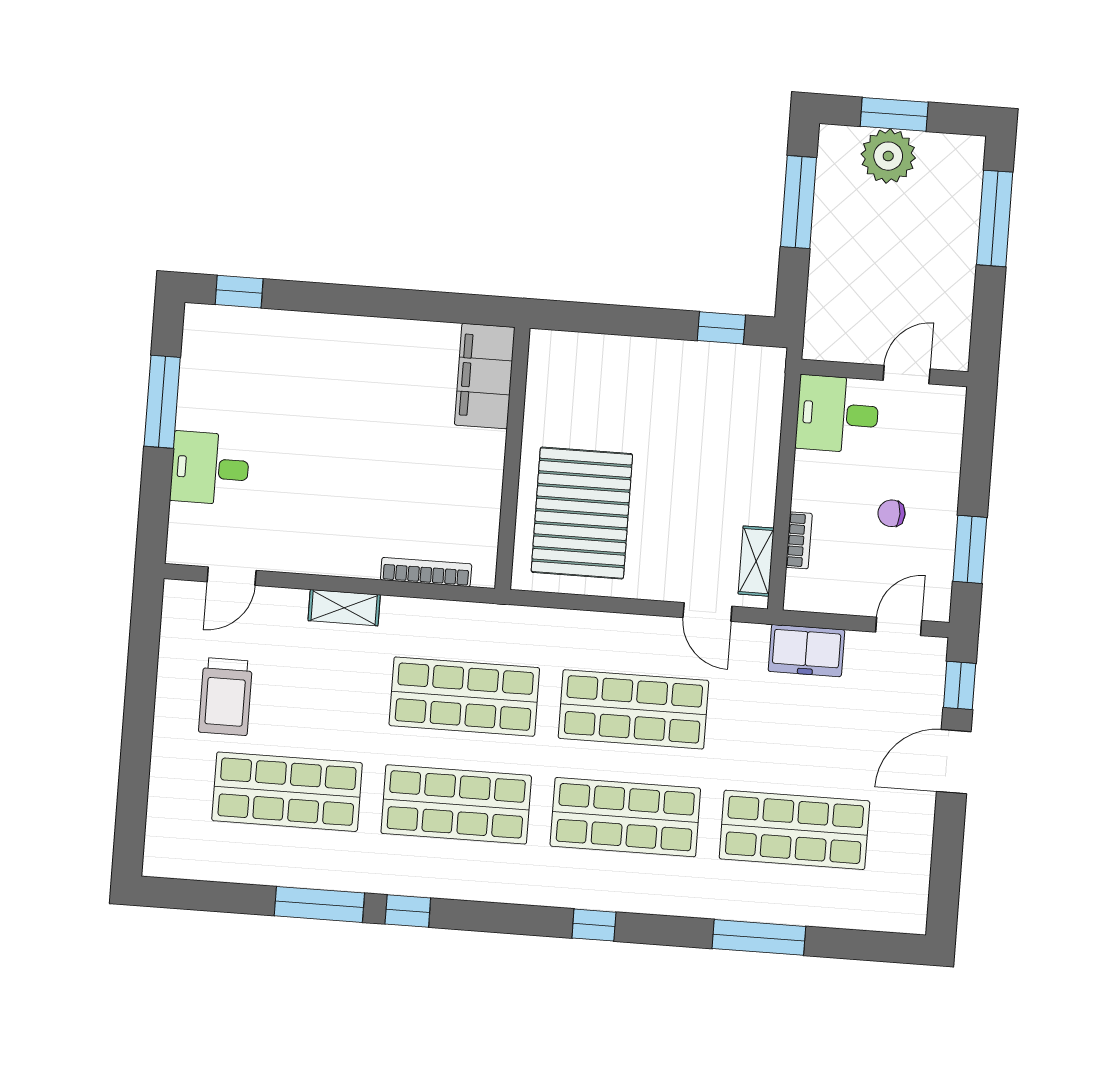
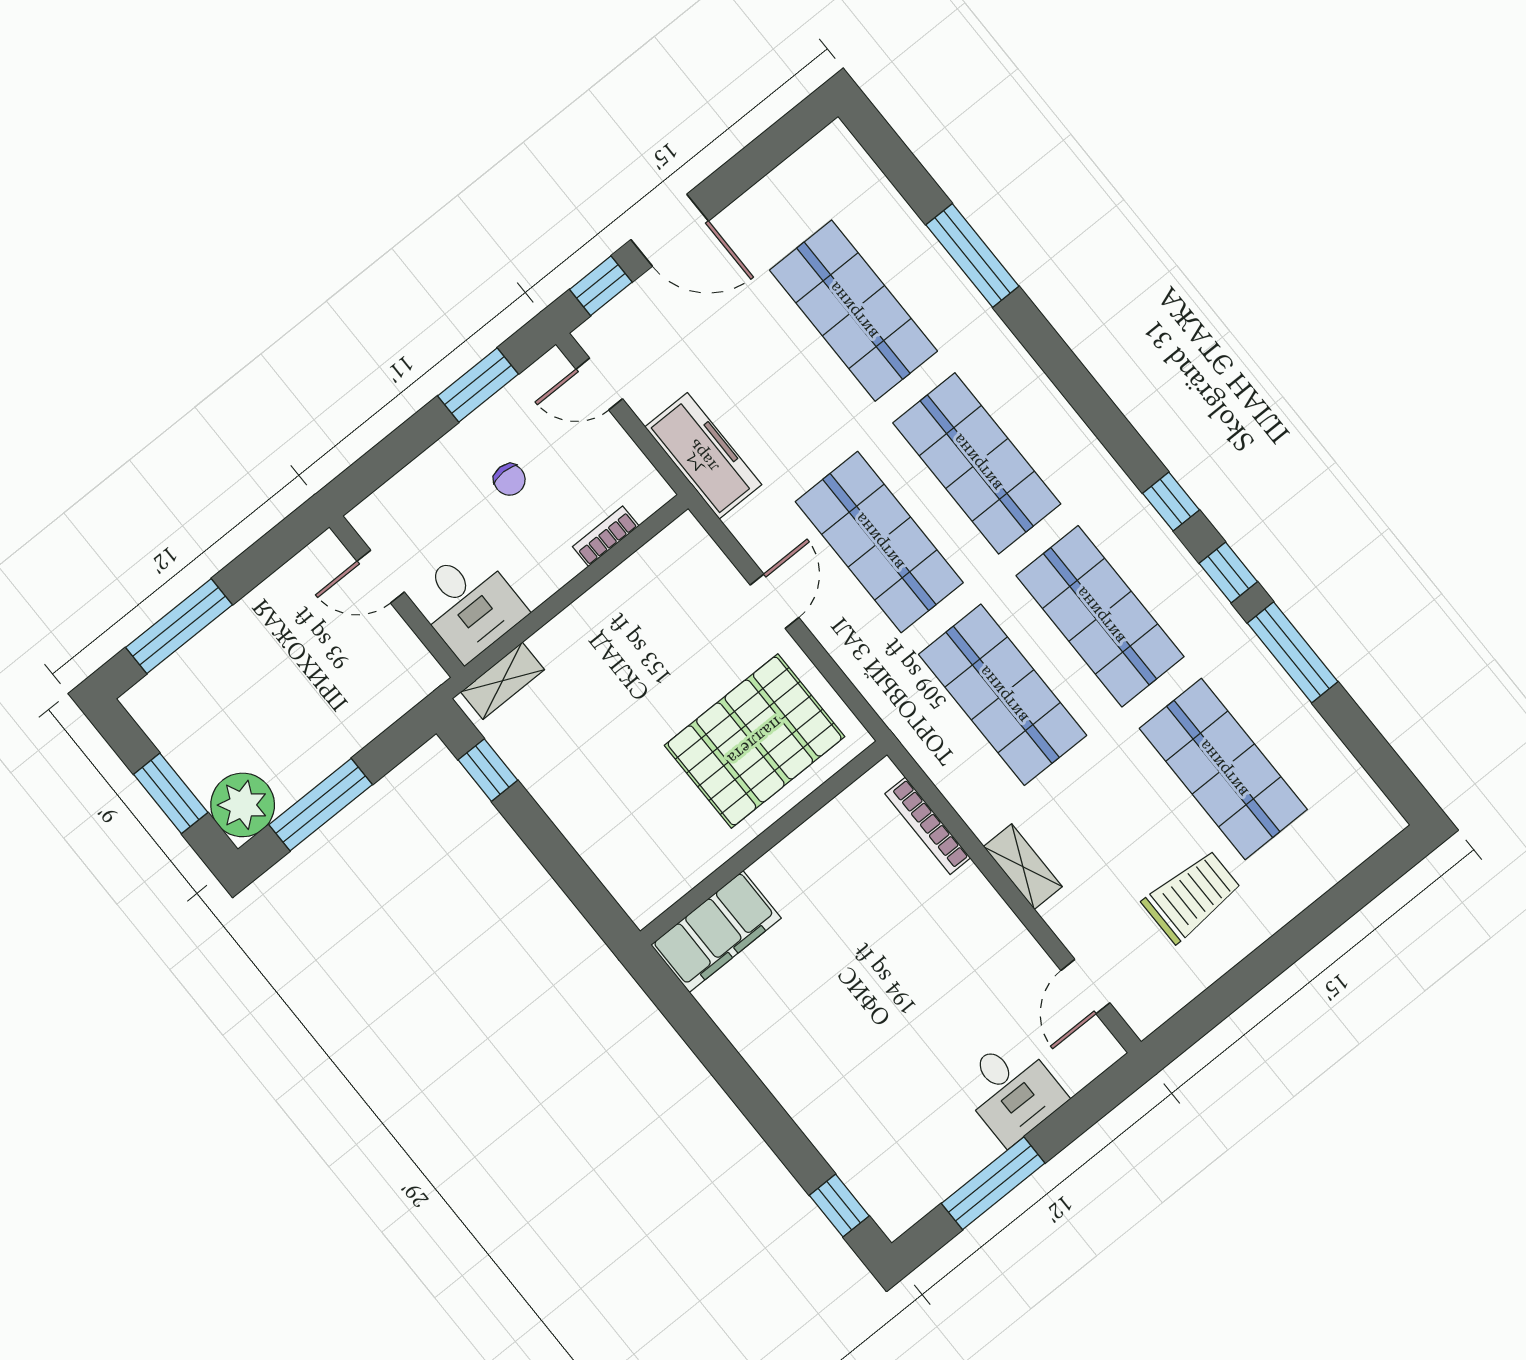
plant: (888, 156) -> (243, 805), moved
shelving: (756, 561) -> (503, 681), moved
door: (232, 576) -> (1085, 987), swing flipped
door: (707, 612) -> (774, 601), moved
freezer: (806, 651) -> (703, 456), width x1.40
window: (594, 925) -> (1171, 502), moved

